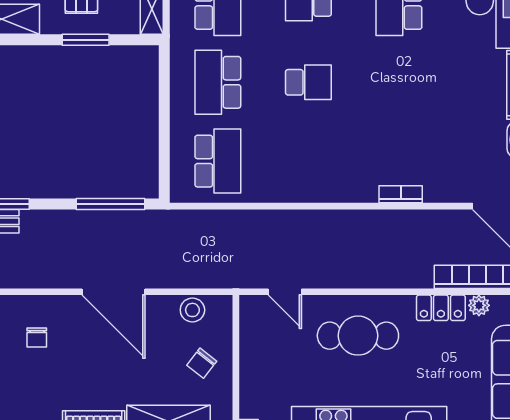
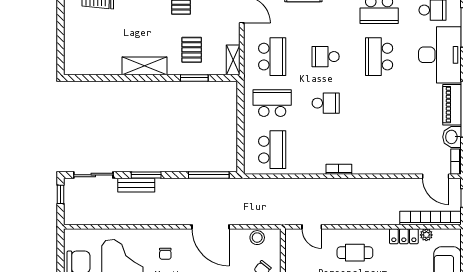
school desk: (218, 82) -> (272, 103), turned 90
bookcase: (401, 194) -> (339, 169), moved
cafe table: (358, 336) -> (355, 253), width x0.73, depth x0.74

